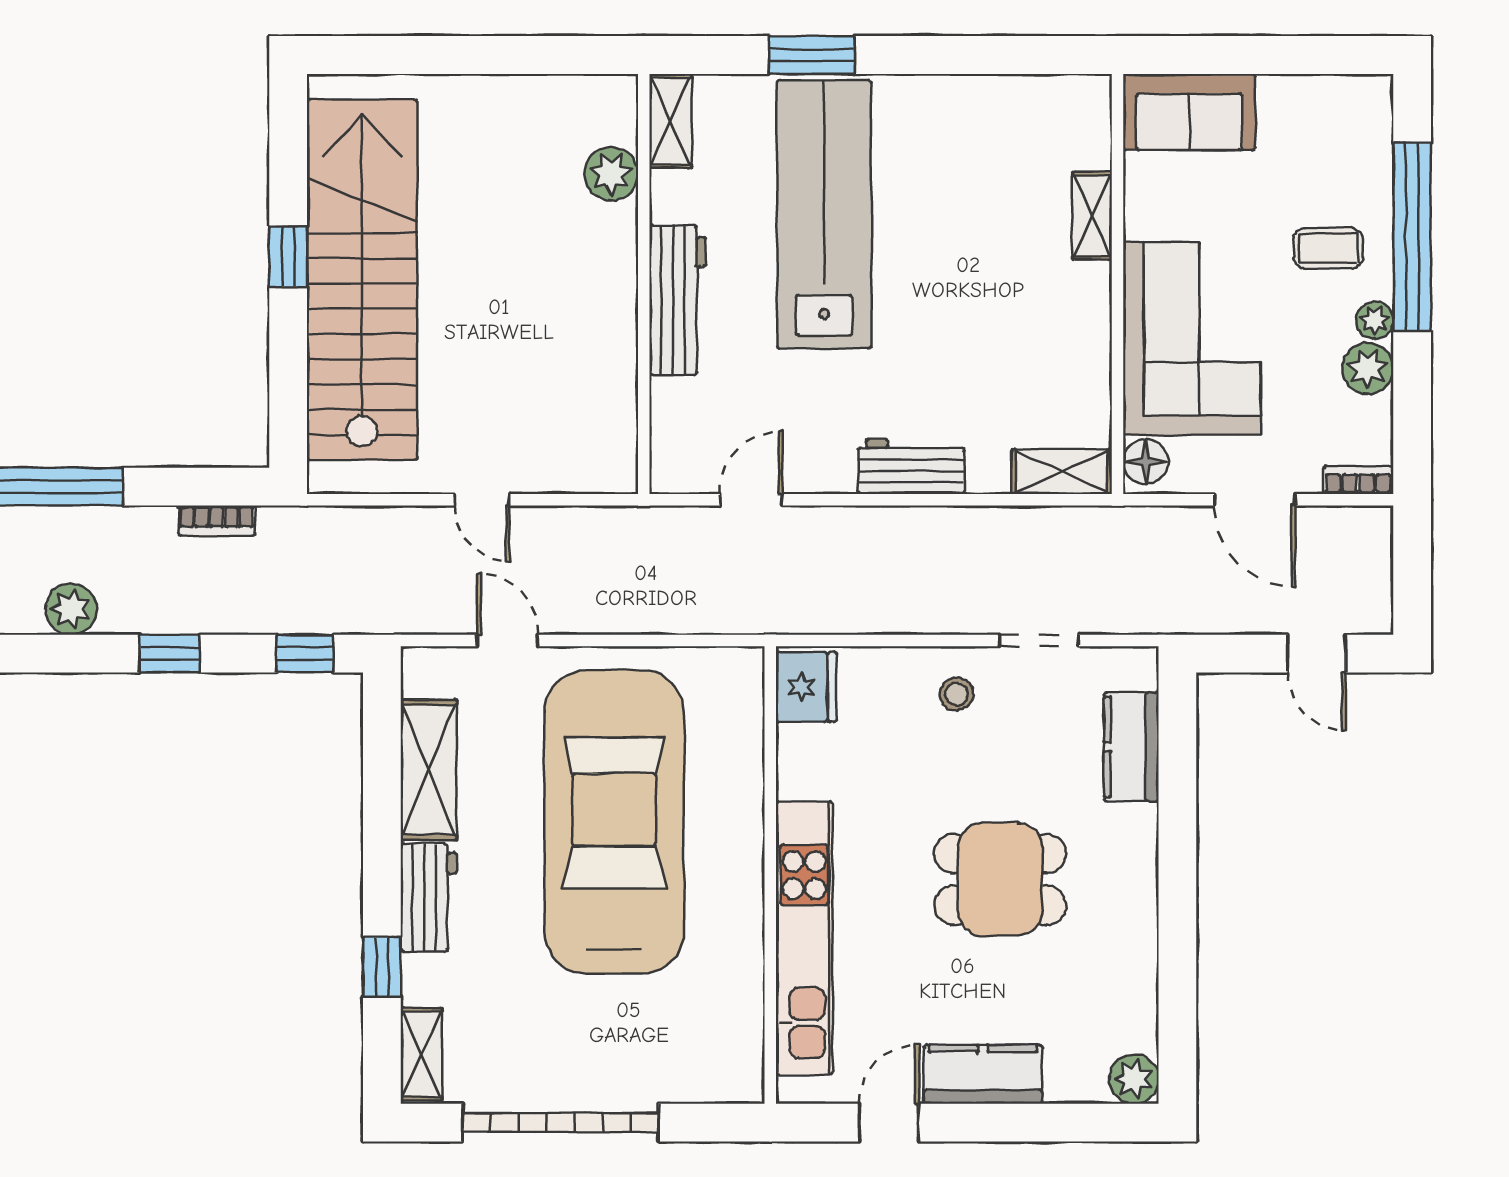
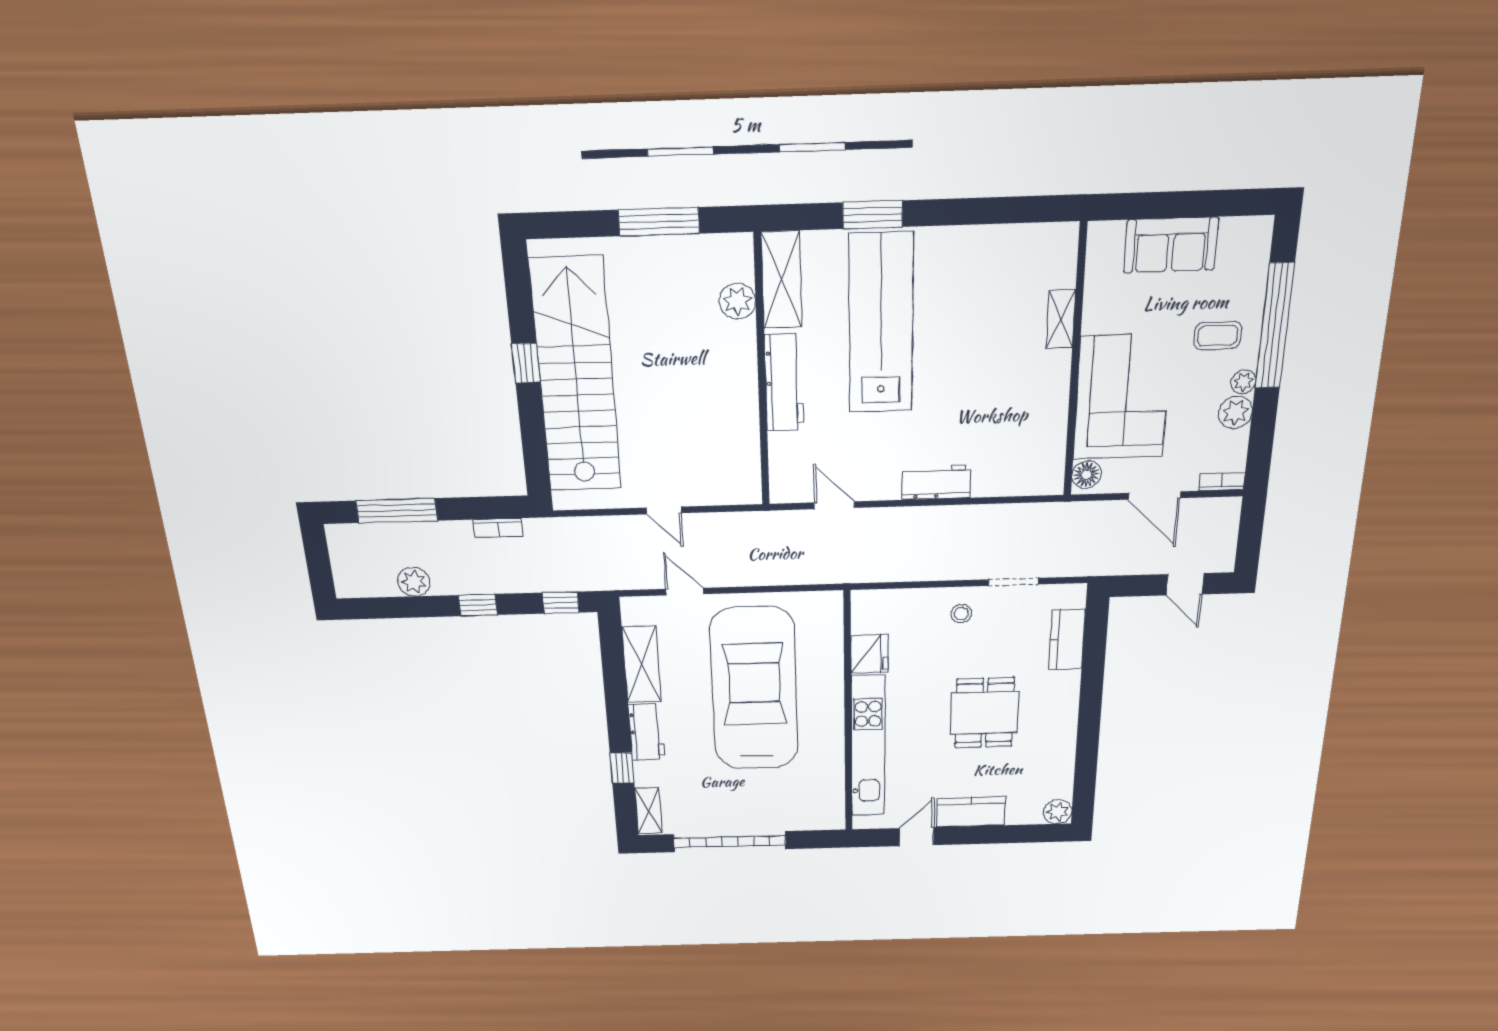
window: (502, 55) -> (659, 222), added
sofa: (1189, 112) -> (1171, 245), moved
shelving: (670, 121) -> (782, 280), width x1.50, depth x1.33
shelving: (1062, 472) -> (1032, 482), removed
door: (751, 500) -> (834, 505), hinge flipped
fridge: (806, 687) -> (869, 654), moved
dining table: (1000, 879) -> (984, 713), turned 90

